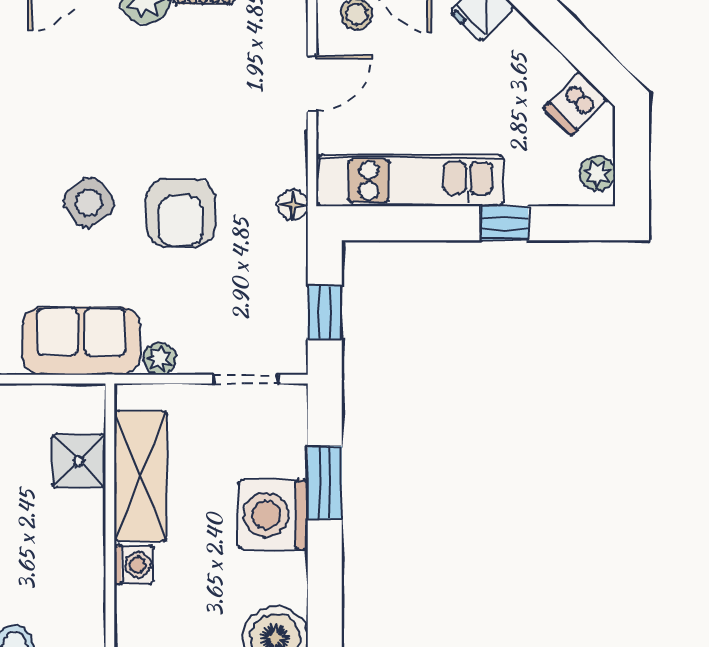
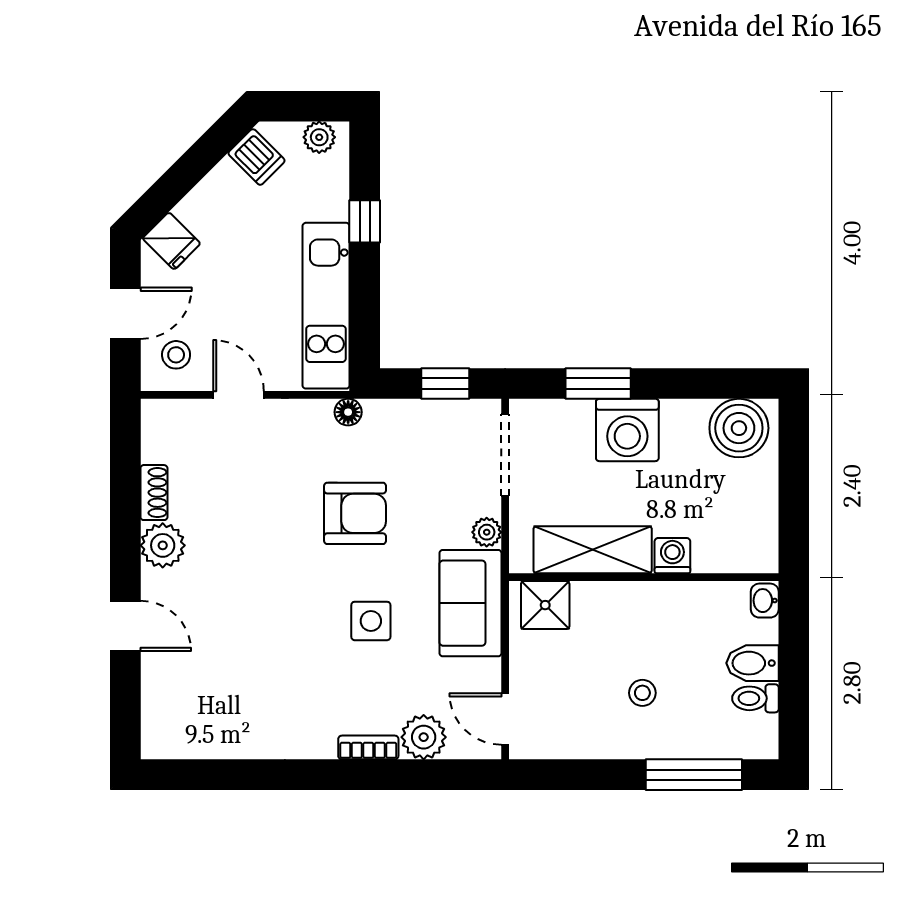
side table: (89, 203) -> (371, 621), moved, turned 36
doorway: (245, 379) -> (505, 455), width x1.38
shower: (79, 461) -> (545, 605), moved

